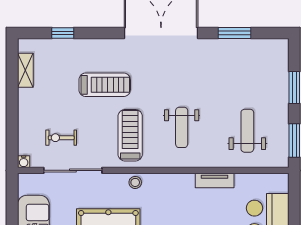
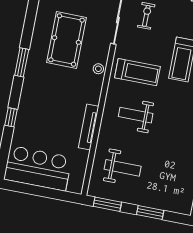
tv unit: (215, 181) -> (89, 127), width x1.41

